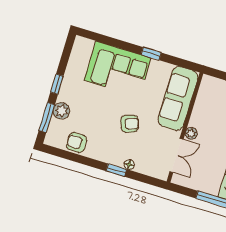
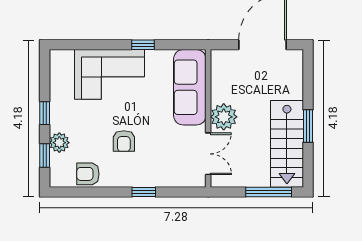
window: (47, 117) -> (45, 155), width x0.67
armchair: (130, 124) -> (124, 141), moved, turned 109
plant: (191, 133) -> (224, 117), width x1.88, depth x1.88
floor lamp: (129, 165) -> (157, 181), removed

